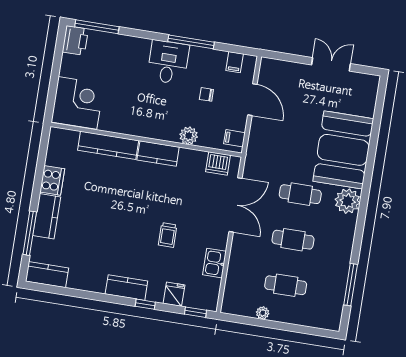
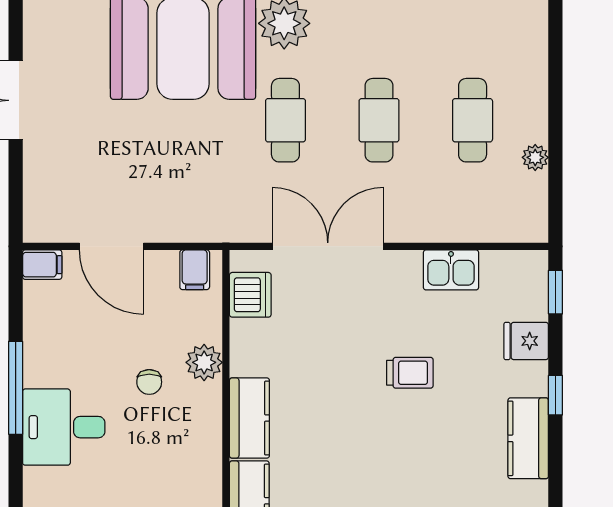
filing cabinet: (235, 62) -> (42, 265), moved
chair: (206, 94) -> (149, 382), moved
door: (252, 100) -> (111, 246), swing flipped

